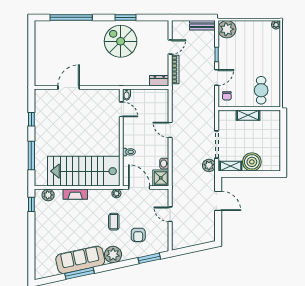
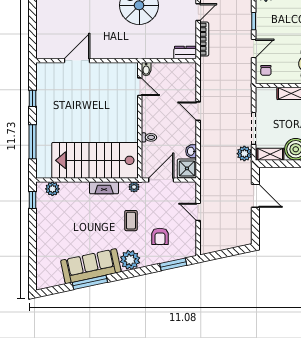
door: (139, 188) -> (161, 180), hinge flipped
fireplace: (75, 194) -> (104, 188), moved

